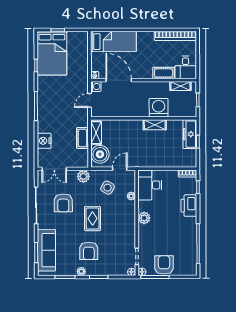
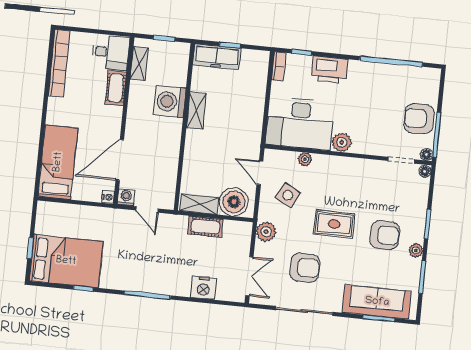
desk: (150, 185) -> (300, 123), width x1.36, depth x1.30

